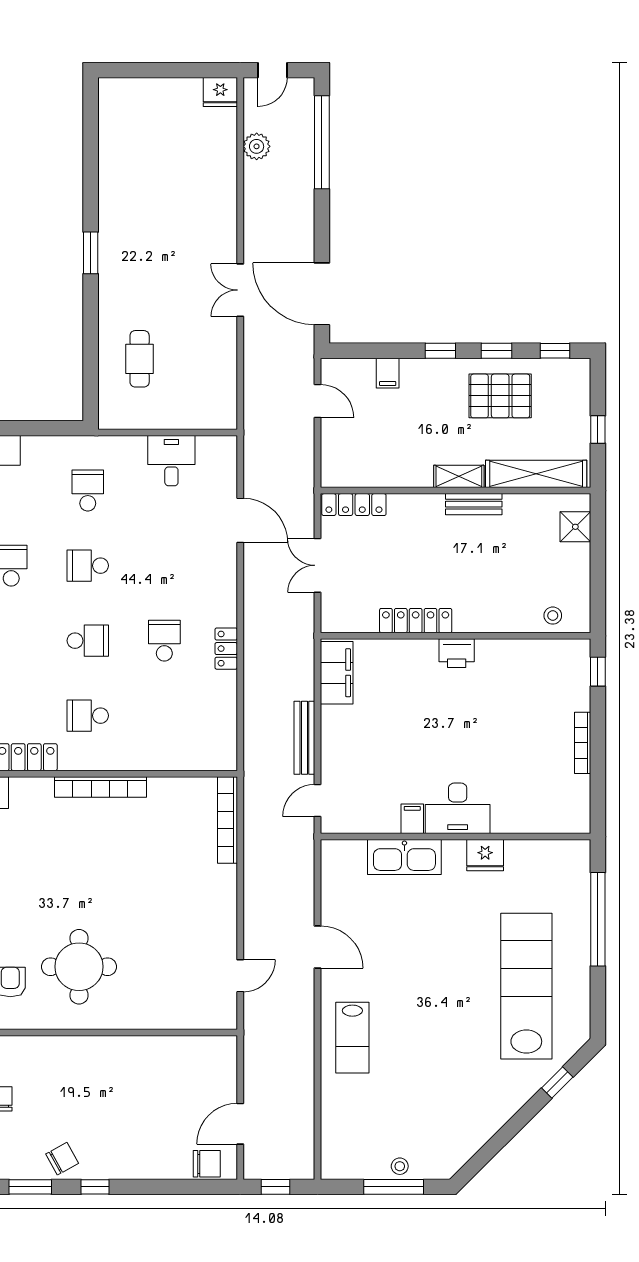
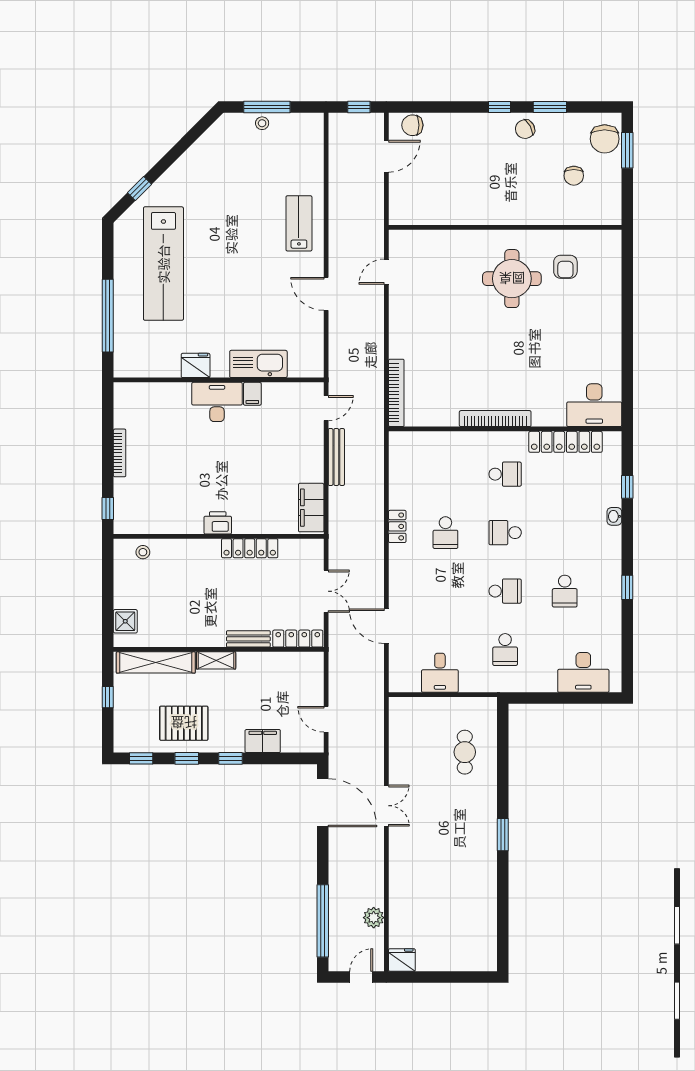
filing cabinet: (388, 373) -> (263, 741), width x2.00
bench: (474, 504) -> (248, 639), moved

